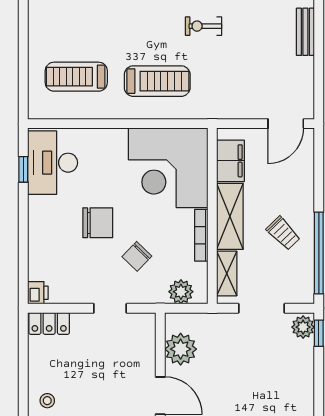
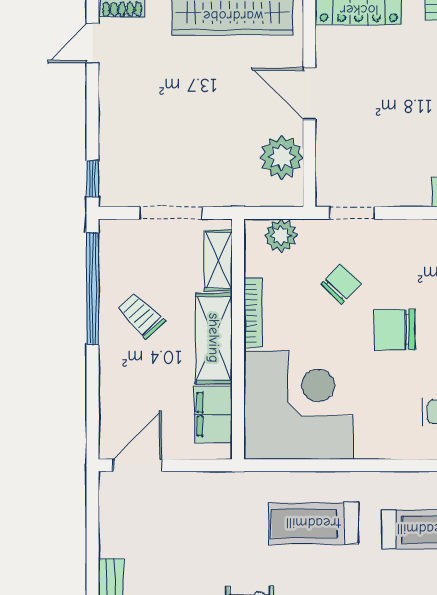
doorway: (110, 308) -> (352, 213), moved
plant: (303, 327) -> (114, 187), removed

